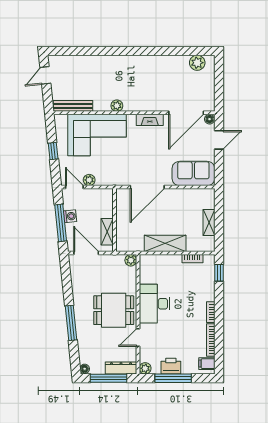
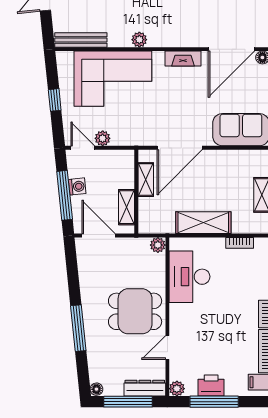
shelving: (122, 211) -> (146, 180), added
desk: (155, 304) -> (189, 277), moved

